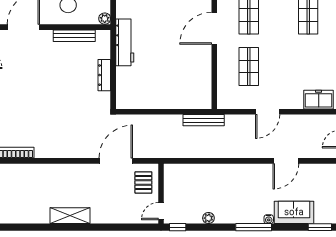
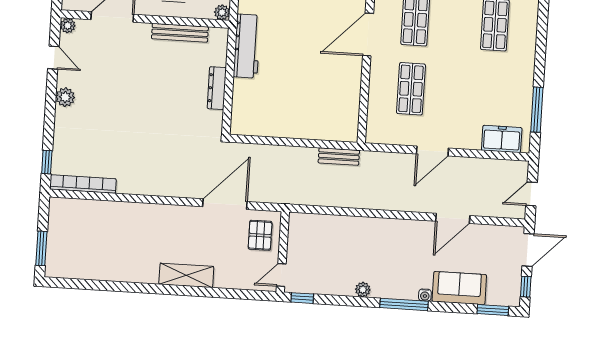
bench: (204, 120) -> (339, 157), width x0.73
shelving: (70, 216) -> (186, 275), moved
plant: (208, 218) -> (363, 290), moved

